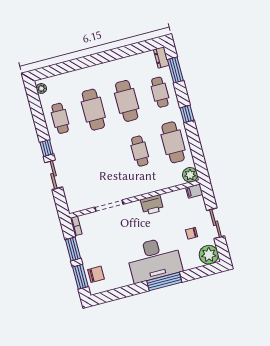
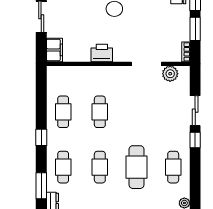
cafe table: (127, 101) -> (100, 167), width x0.73, depth x0.74
cafe table: (173, 142) -> (63, 112), width x0.73, depth x0.74
plant: (190, 175) -> (170, 74), moved
filing cabinet: (194, 191) -> (54, 50), width x2.00
chair: (192, 233) -> (69, 13), removed

